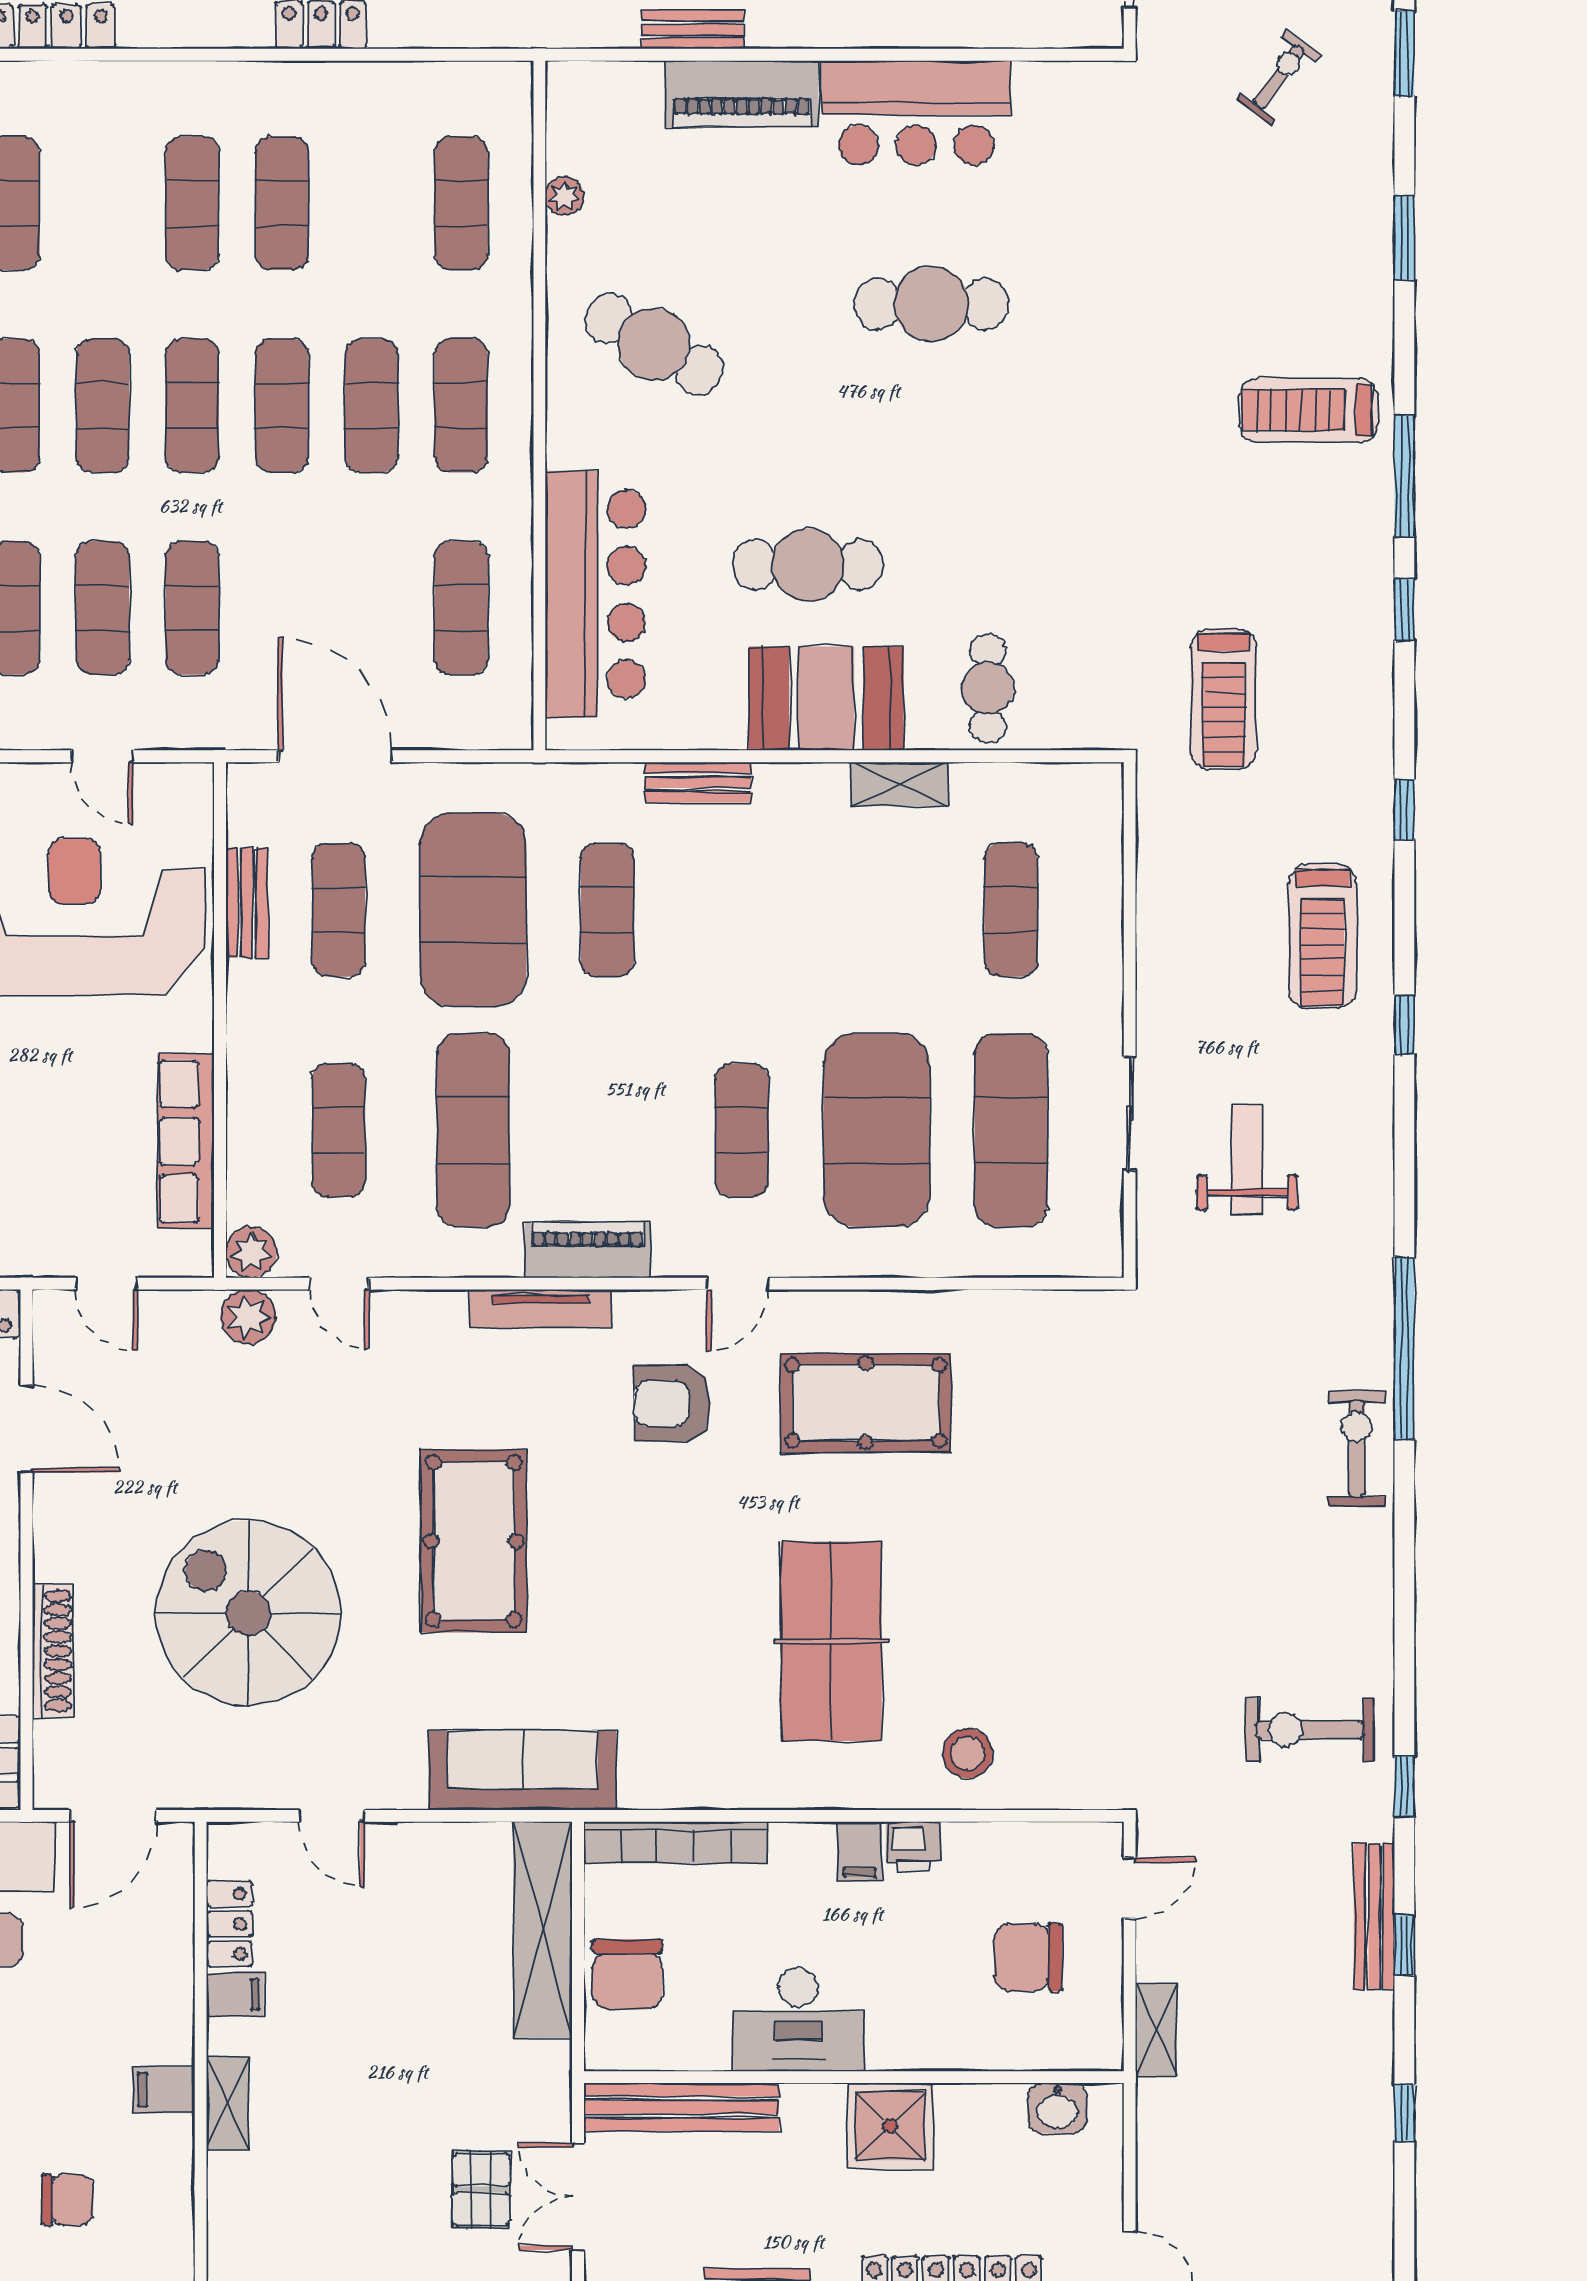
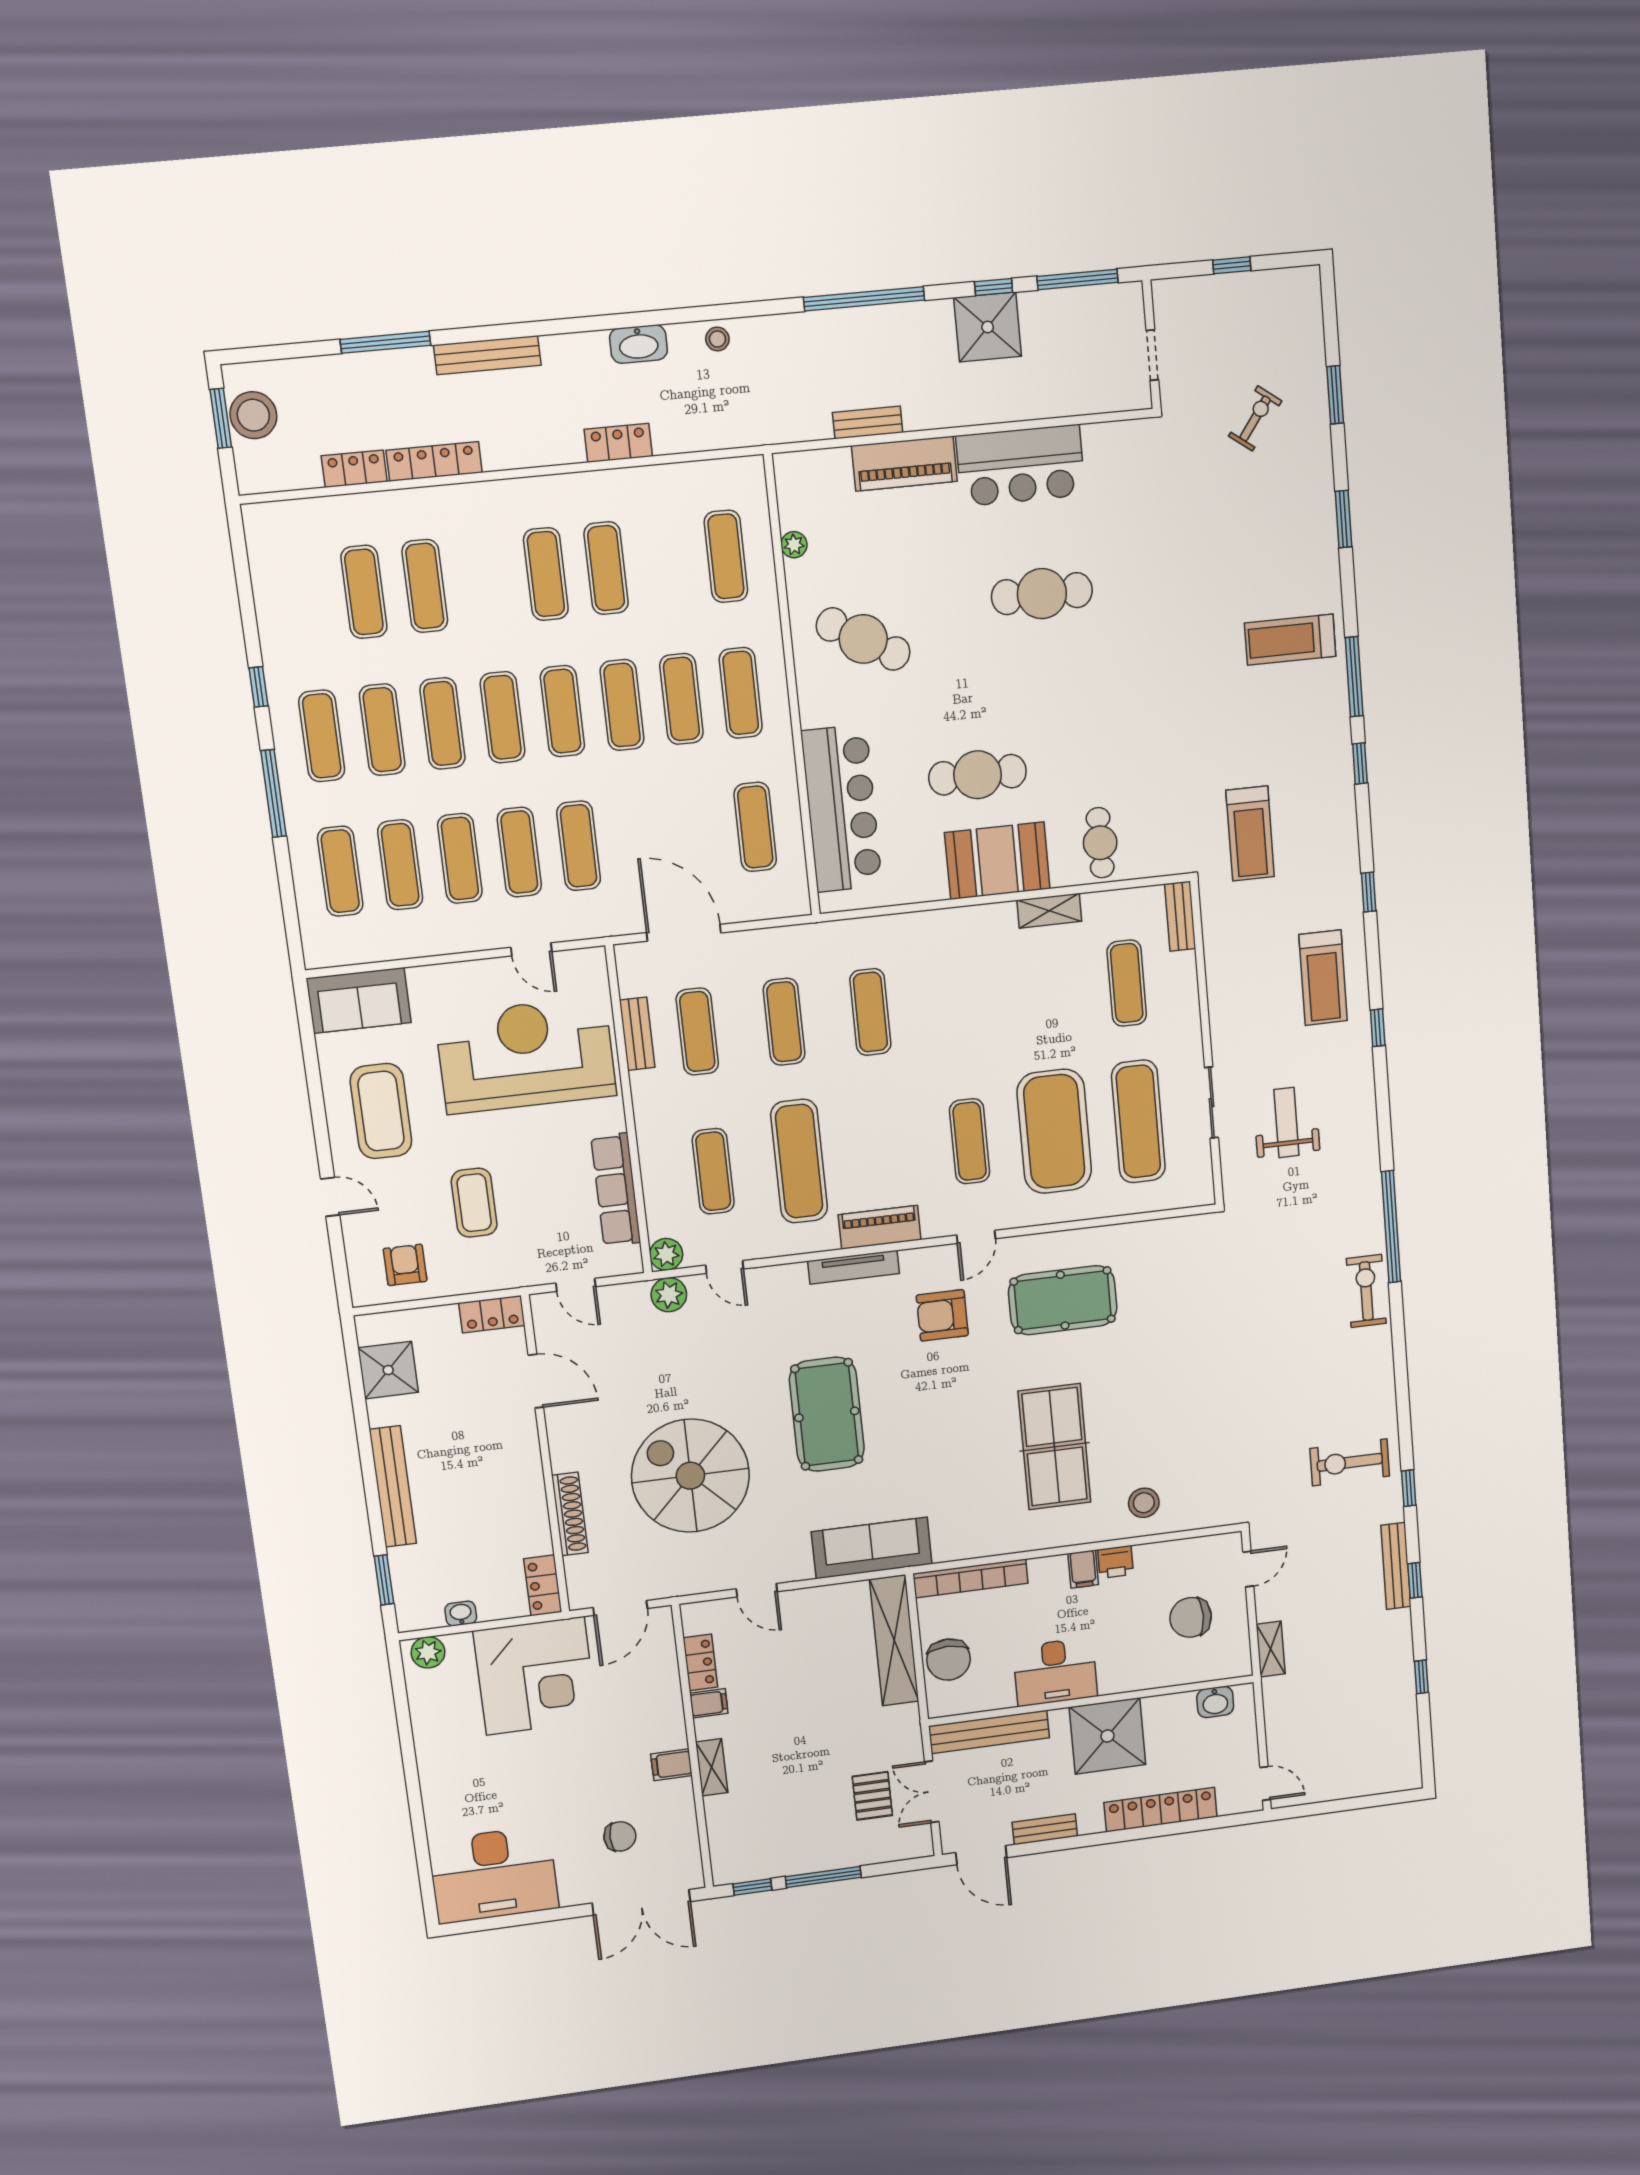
bench: (698, 782) -> (1180, 916), moved, turned 90
exercise mat: (473, 910) -> (784, 1022), width x0.50, depth x0.69
shower: (890, 2126) -> (1107, 1736), width x1.37, depth x1.37

